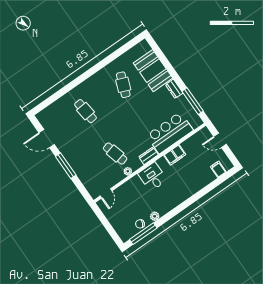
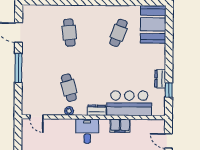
booth: (153, 71) -> (153, 24), moved
dresser: (174, 89) -> (160, 79), moved
window: (193, 101) -> (169, 90), width x0.46
door: (106, 193) -> (36, 117), hinge flipped

